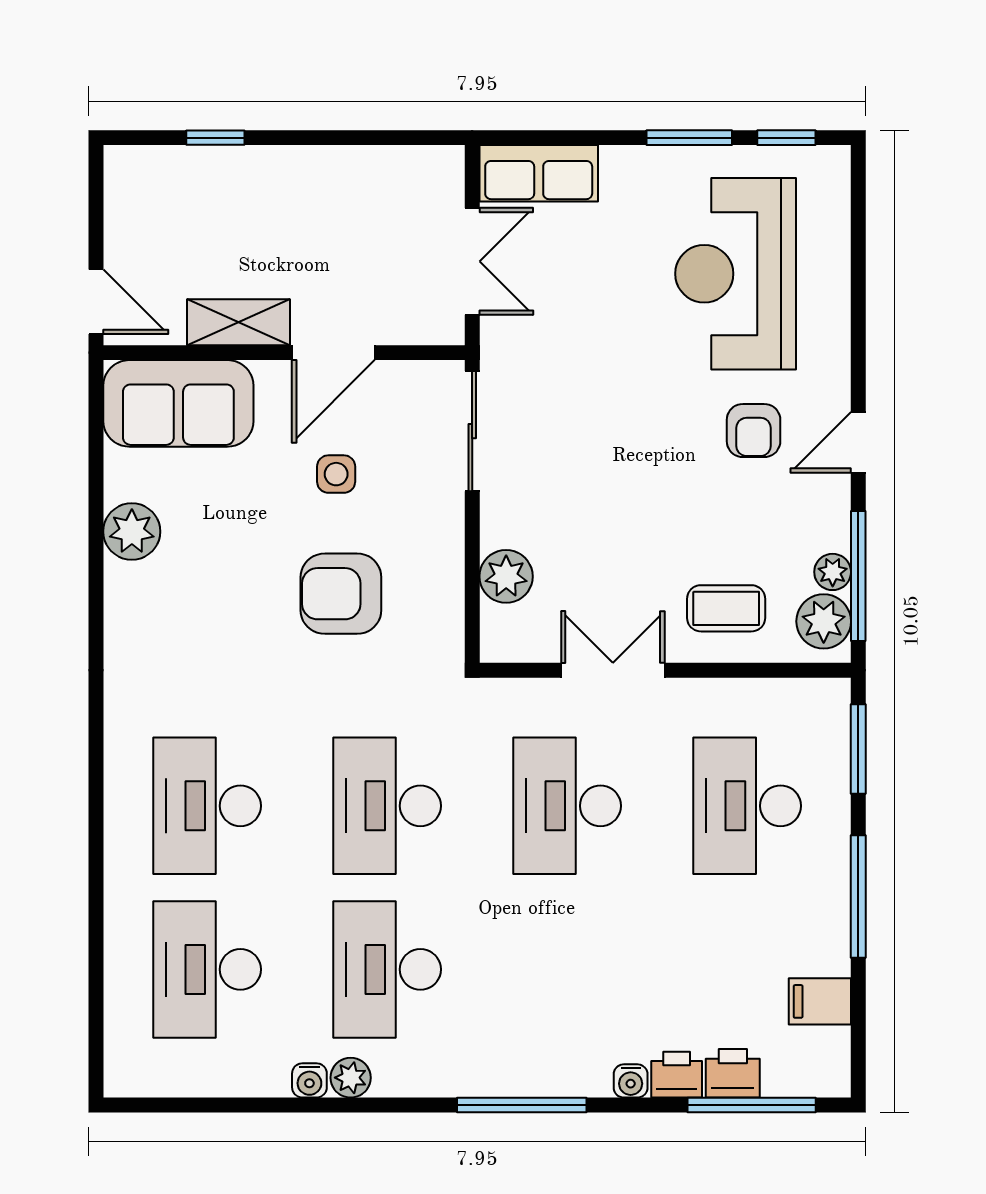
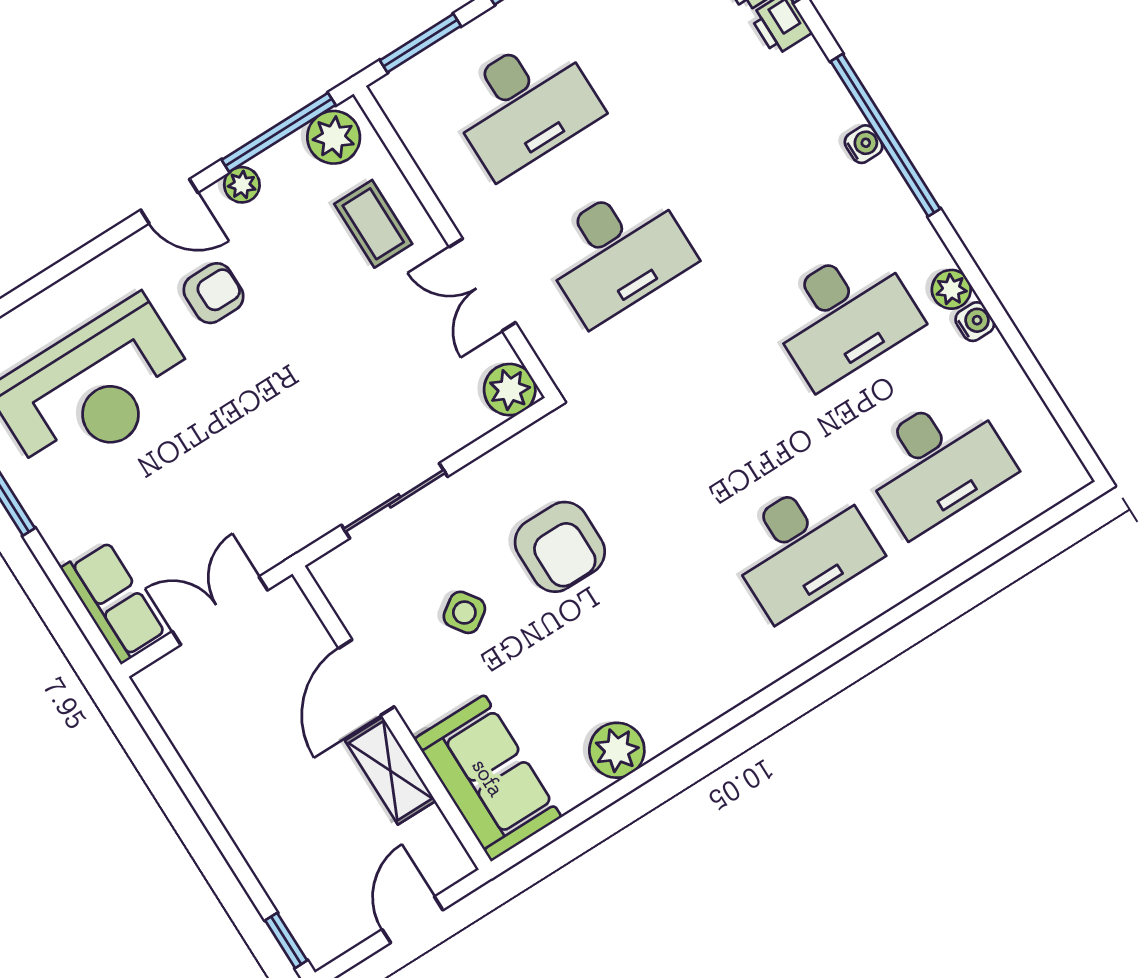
window: (215, 138) -> (286, 940), moved
door: (96, 302) -> (413, 920), moved
door: (333, 353) -> (366, 677), swing flipped
sliding door: (472, 431) -> (395, 501), moved
side table: (336, 474) -> (464, 612), turned -35
plant: (833, 572) -> (242, 185), moved
plant: (506, 576) -> (510, 390), moved
desk: (387, 806) -> (710, 400), removed
water cooler: (631, 1081) -> (864, 144), moved
window: (522, 1105) -> (885, 135), width x1.46

